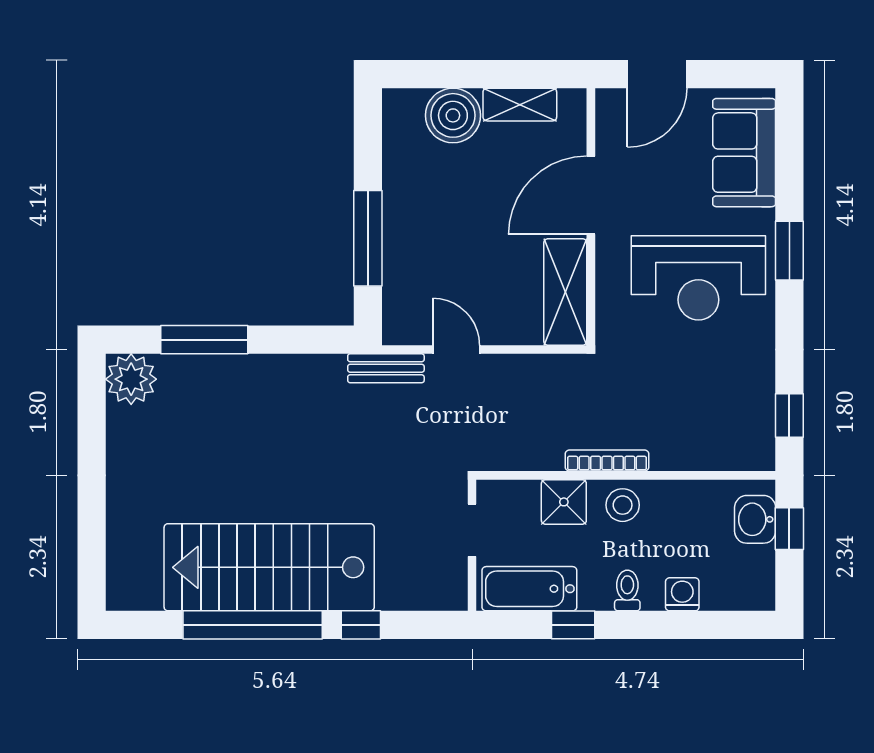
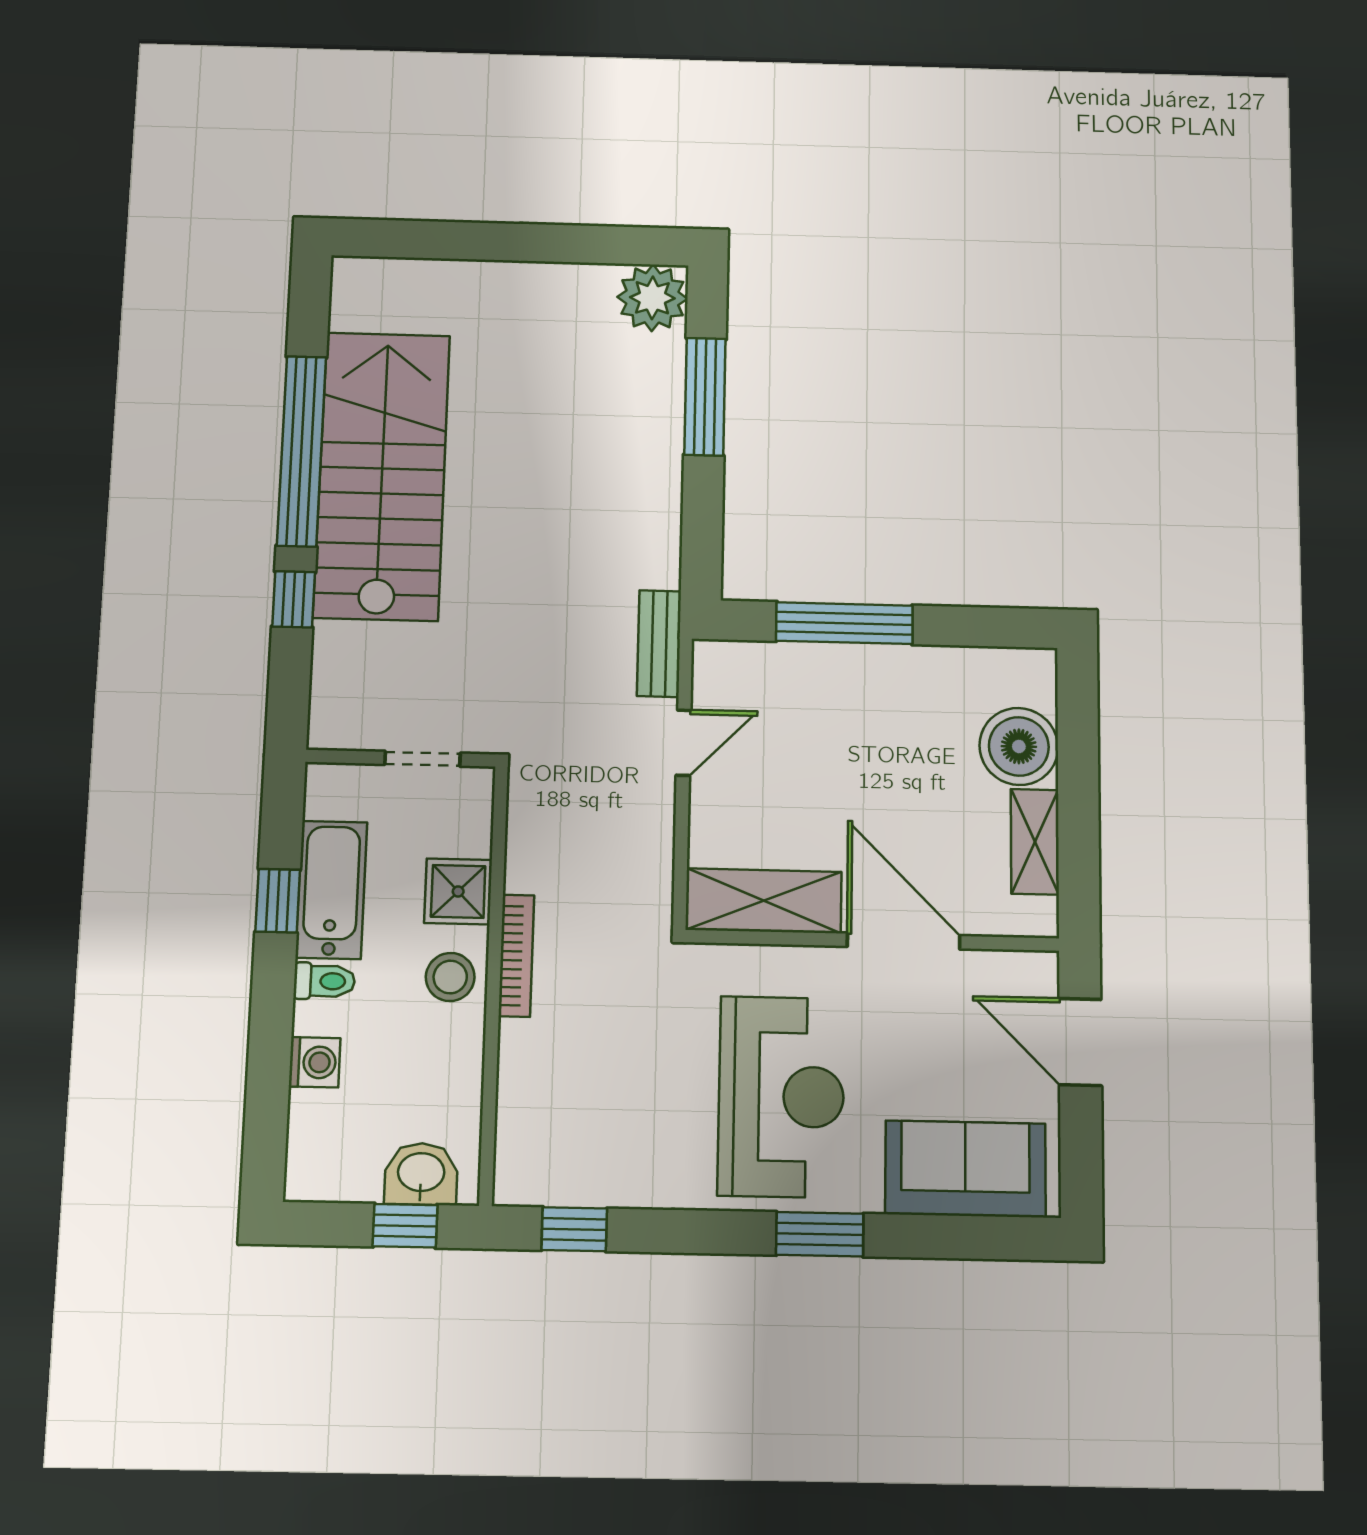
reception desk: (698, 278) -> (781, 1097), turned 180
bathtub: (529, 589) -> (331, 890), moved

